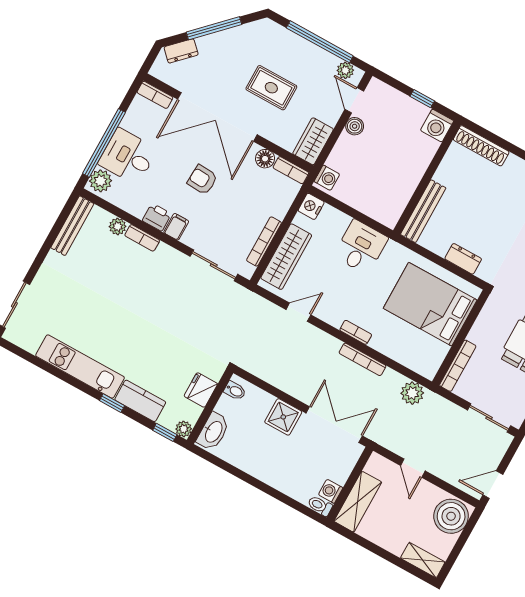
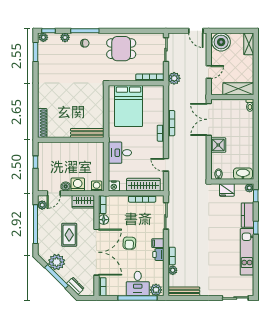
plant: (238, 42) -> (57, 262), added
washing machine: (437, 126) -> (78, 185), moved, turned -90
dresser: (463, 259) -> (99, 102), removed
plant: (412, 393) -> (174, 78), moved
washing machine: (331, 491) -> (240, 104), removed

